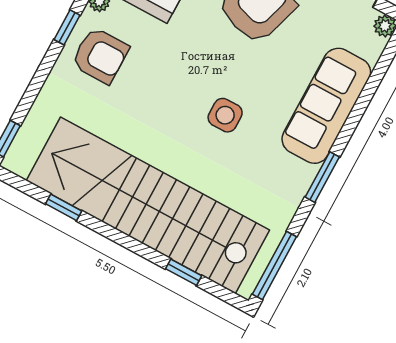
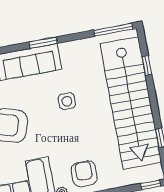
window: (322, 177) -> (43, 43), moved

